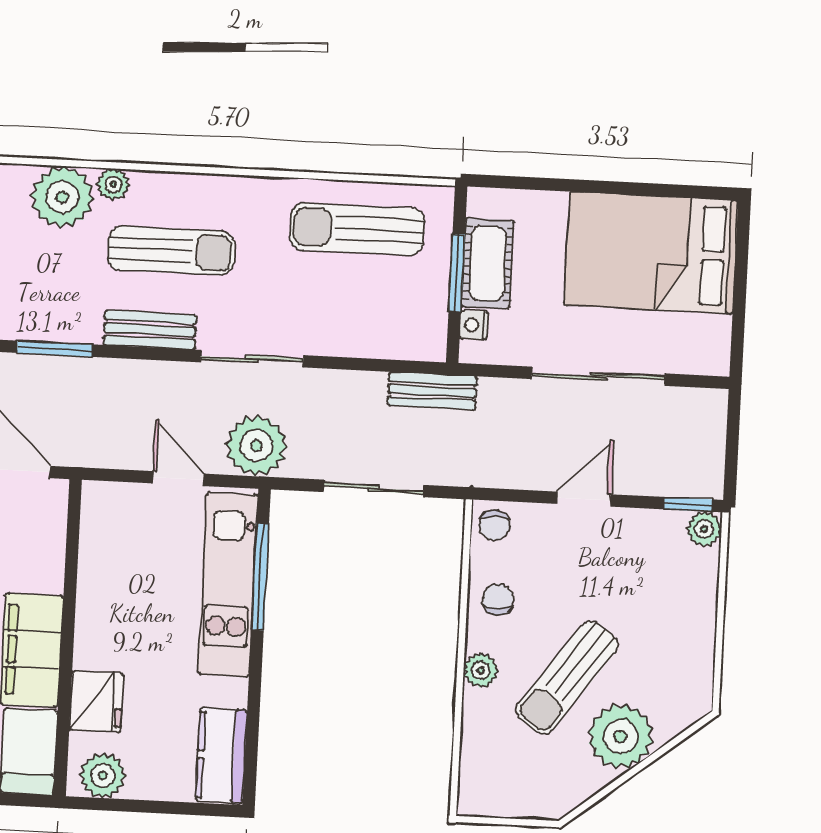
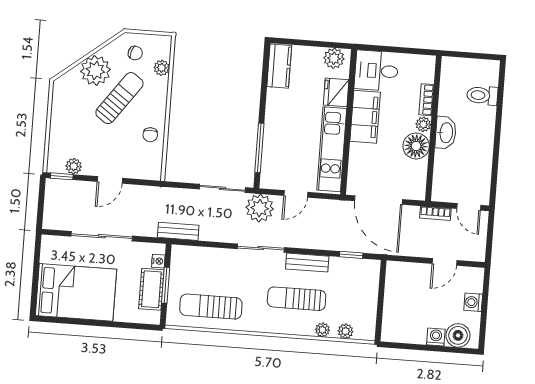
plant: (62, 197) -> (346, 331), width x0.53, depth x0.53
sun lounger: (357, 229) -> (211, 307), turned 180
window: (55, 349) -> (351, 255), width x0.67
door: (178, 479) -> (296, 194), hinge flipped
sliding door: (374, 488) -> (222, 188), moved
chair: (495, 525) -> (135, 53), moved, turned 107
plant: (704, 529) -> (74, 166), moved
kitchen unit: (228, 584) -> (332, 149), moved, turned 180
plant: (481, 670) -> (162, 68), moved

